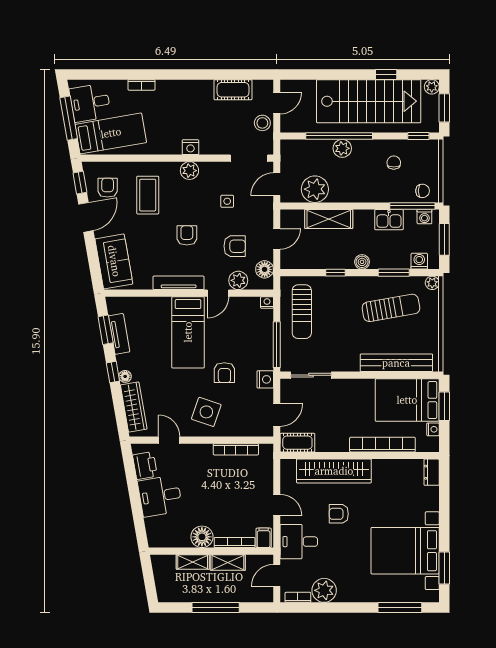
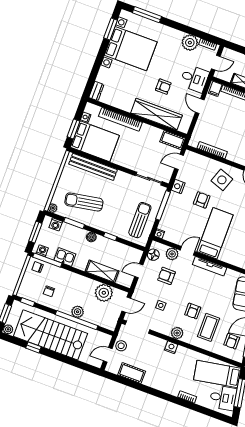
armchair: (187, 235) -> (193, 311), moved

